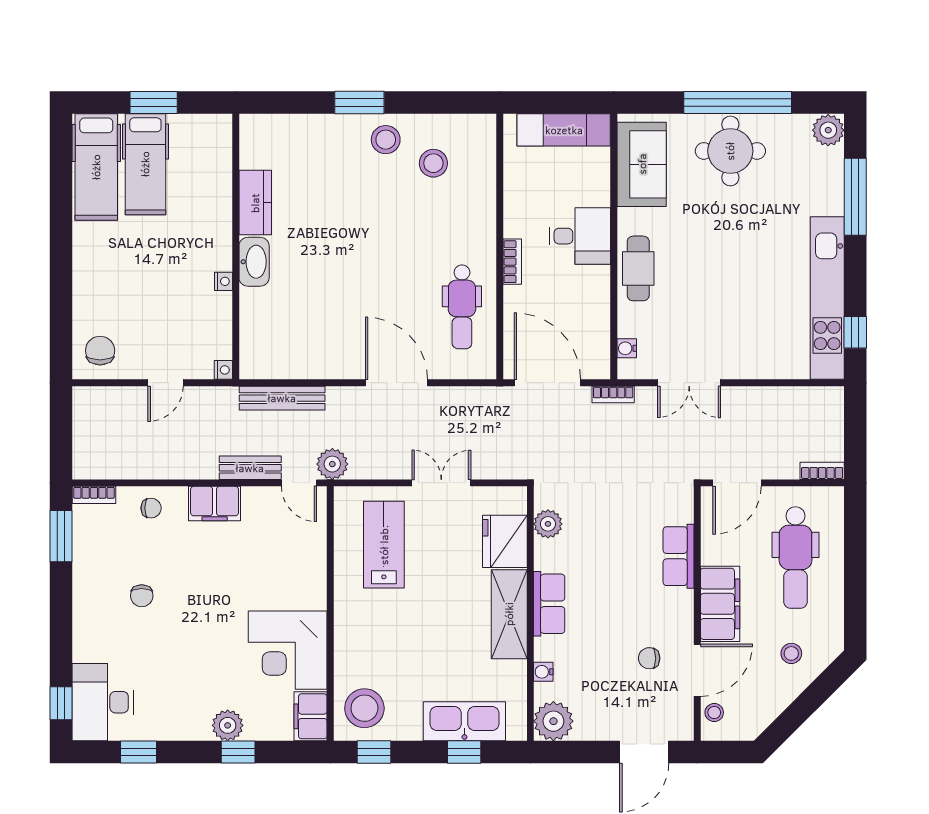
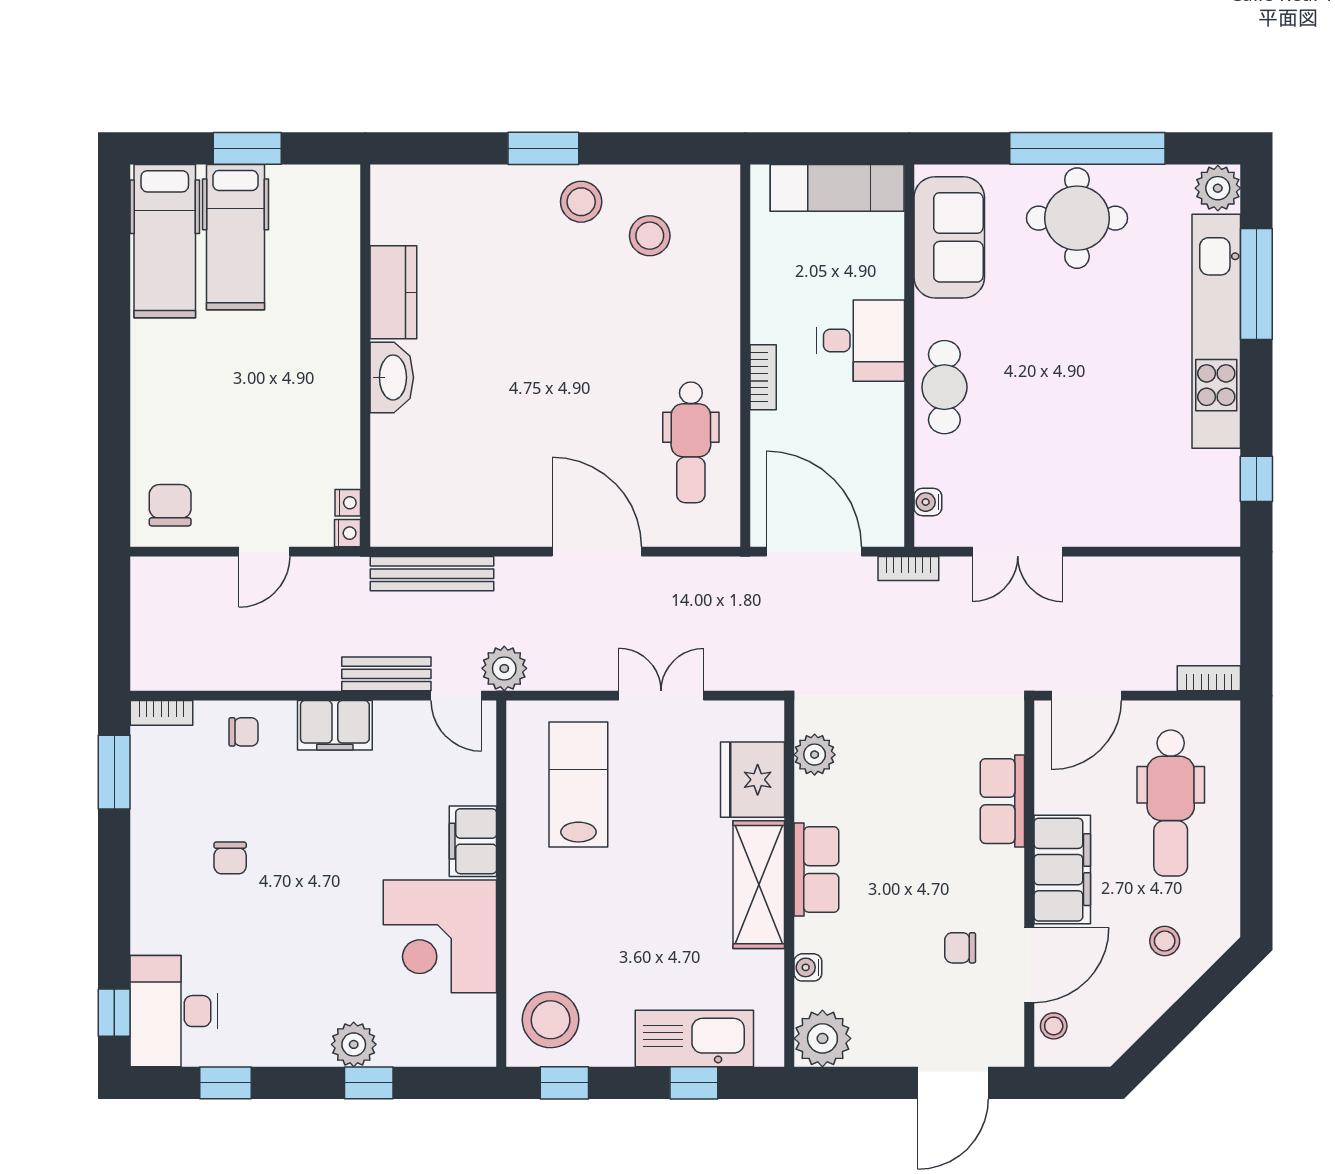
nightstand: (224, 281) -> (348, 503), moved
kitchen unit: (827, 298) -> (1216, 331), moved
filing cabinet: (310, 716) -> (473, 841), moved

